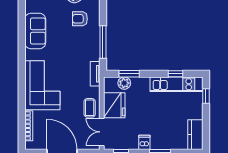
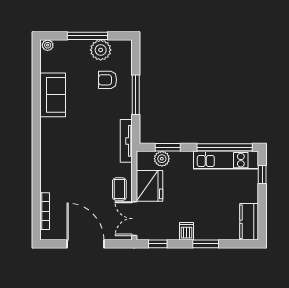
window: (103, 42) -> (136, 95), moved
tv unit: (95, 74) -> (126, 141), width x1.41
window: (176, 74) -> (225, 147), width x3.17
corner sofa: (42, 85) -> (61, 161), removed

